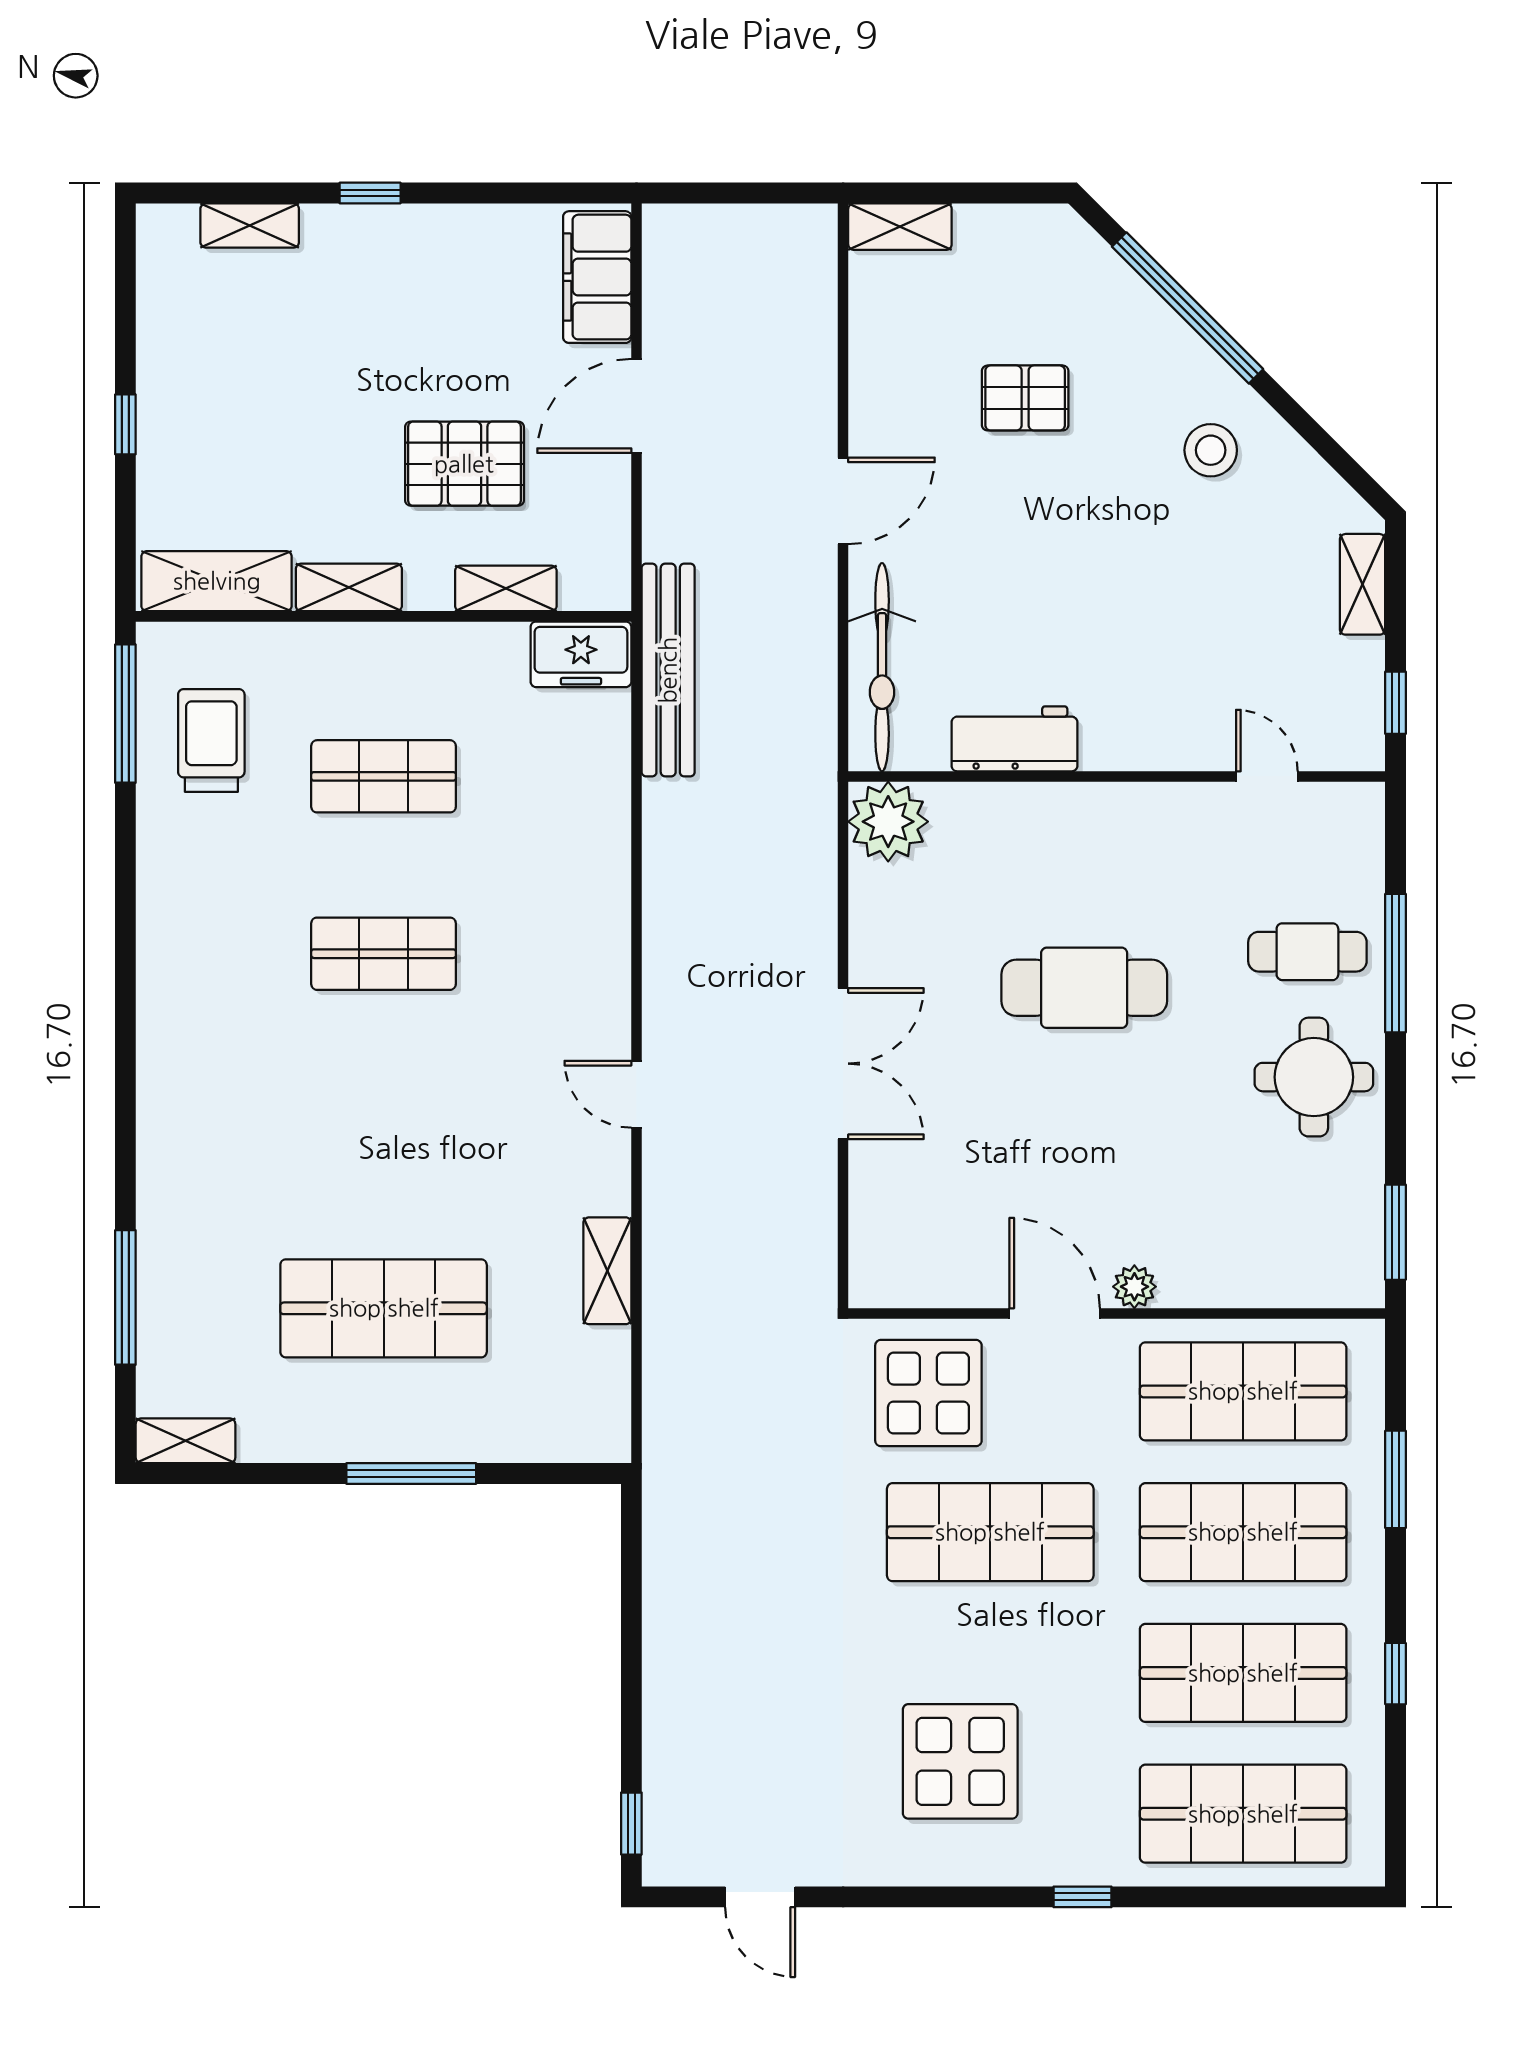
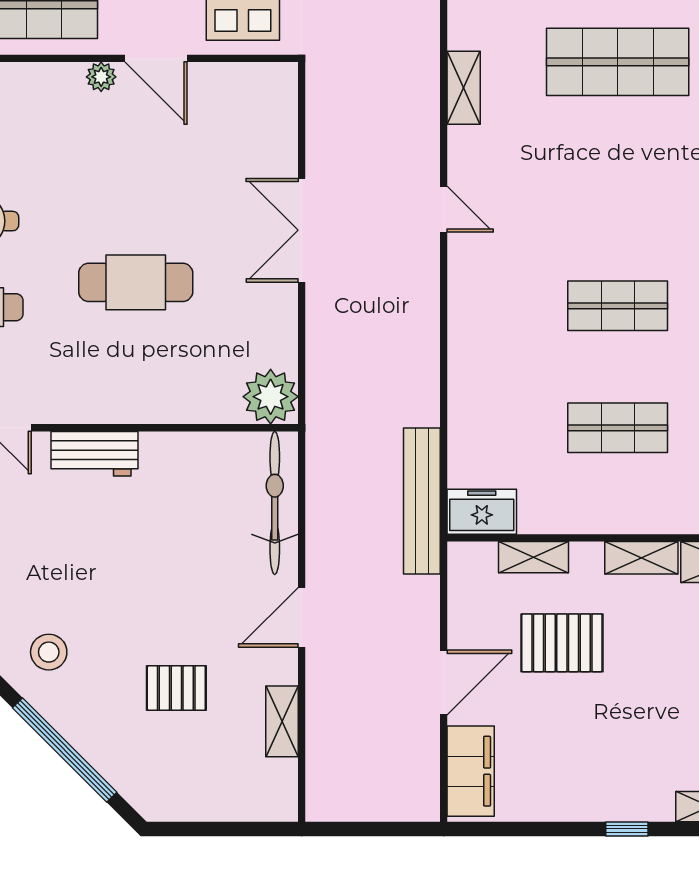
shelving: (900, 227) -> (282, 721), moved, turned 90
workbench: (1014, 739) -> (95, 454), moved

